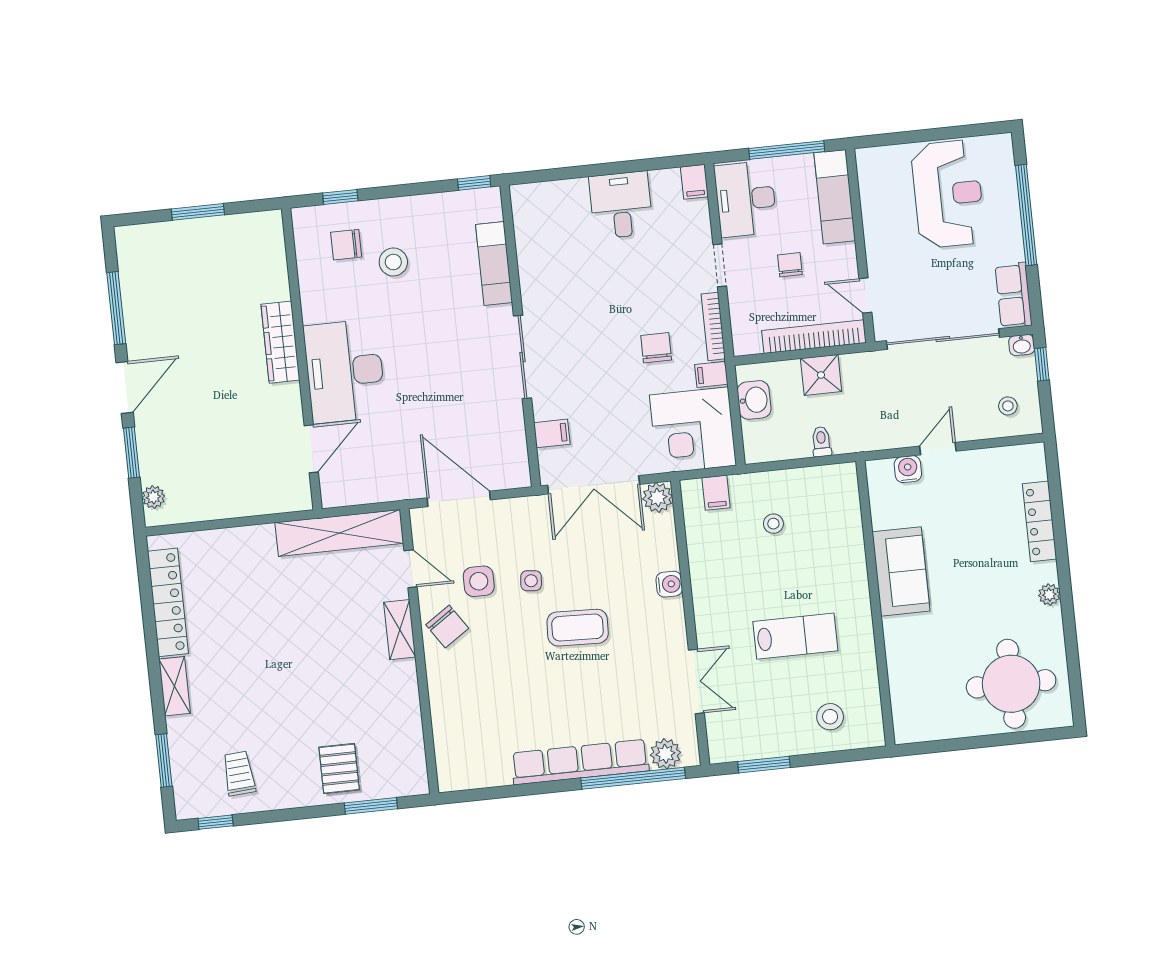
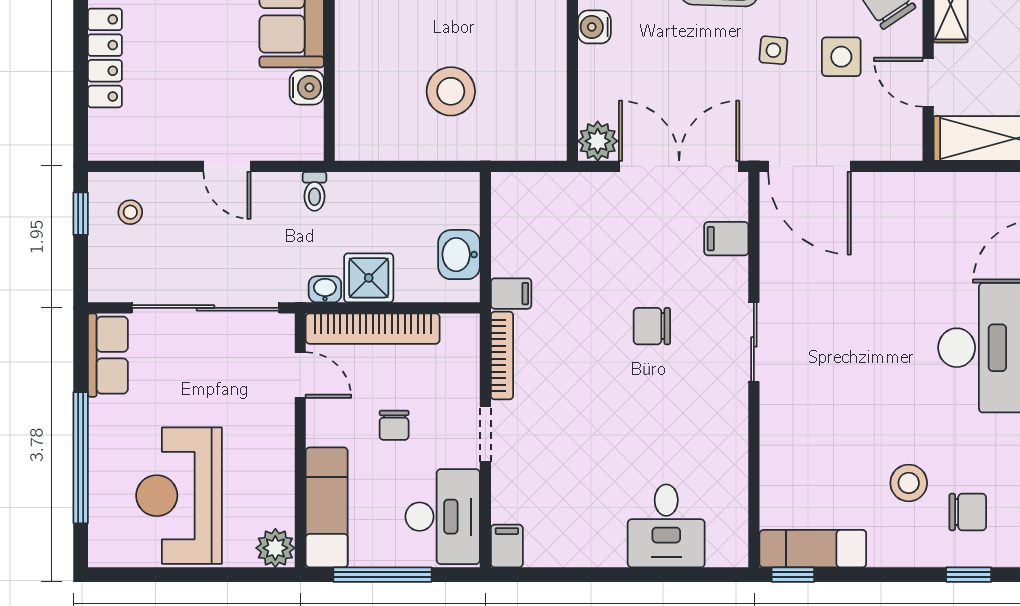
plant: (871, 162) -> (275, 548), added
desk: (621, 205) -> (666, 526), moved
exam couch: (494, 263) -> (813, 549), moved, turned -90
washbasin: (1022, 345) -> (325, 289), moved
chair: (656, 348) -> (652, 326), moved, turned 90
sliding door: (522, 357) -> (754, 342), width x0.73
window: (1042, 364) -> (81, 214), moved
corner desk: (693, 430) -> (543, 224), removed
toilet: (821, 442) -> (314, 191), moved
door: (938, 449) -> (227, 166), hinge flipped
water cooler: (908, 469) -> (307, 87), moved, turned -90
filing cabinet: (716, 493) -> (521, 139), removed
door: (459, 499) -> (809, 166), moved
stool: (773, 524) -> (451, 91), width x1.89, depth x1.89

